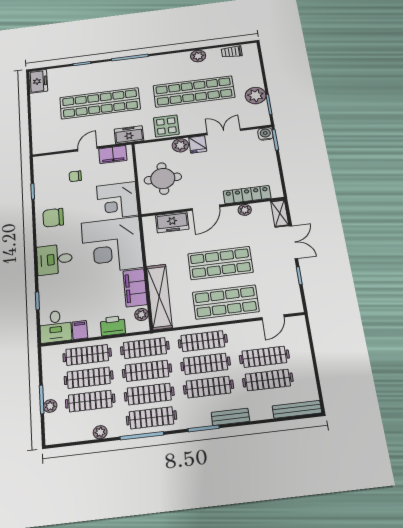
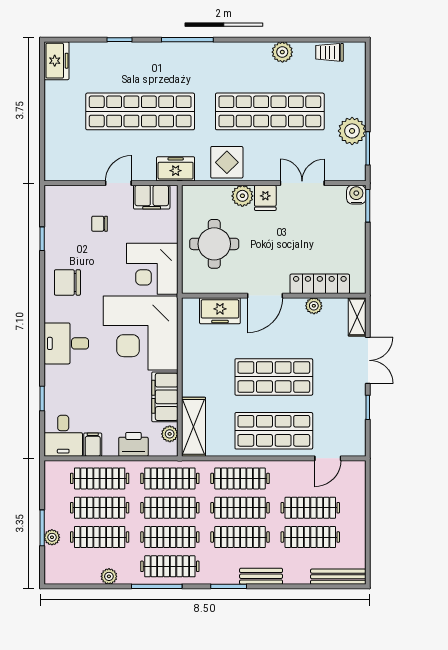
shelving: (159, 297) -> (194, 427), width x0.68

